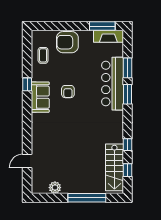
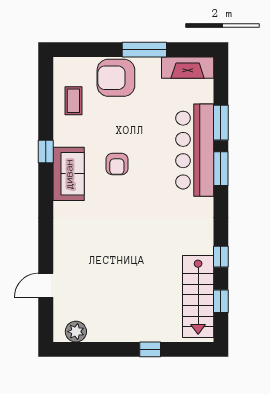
window: (102, 26) -> (144, 50), moved
plant: (55, 188) -> (76, 332), moved
window: (87, 198) -> (150, 349), width x0.32

